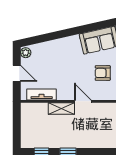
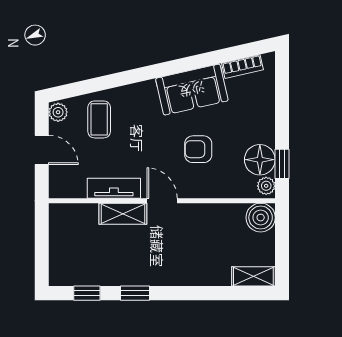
coffee table: (48, 57) -> (99, 119), added
tv unit: (42, 94) -> (114, 188), moved

